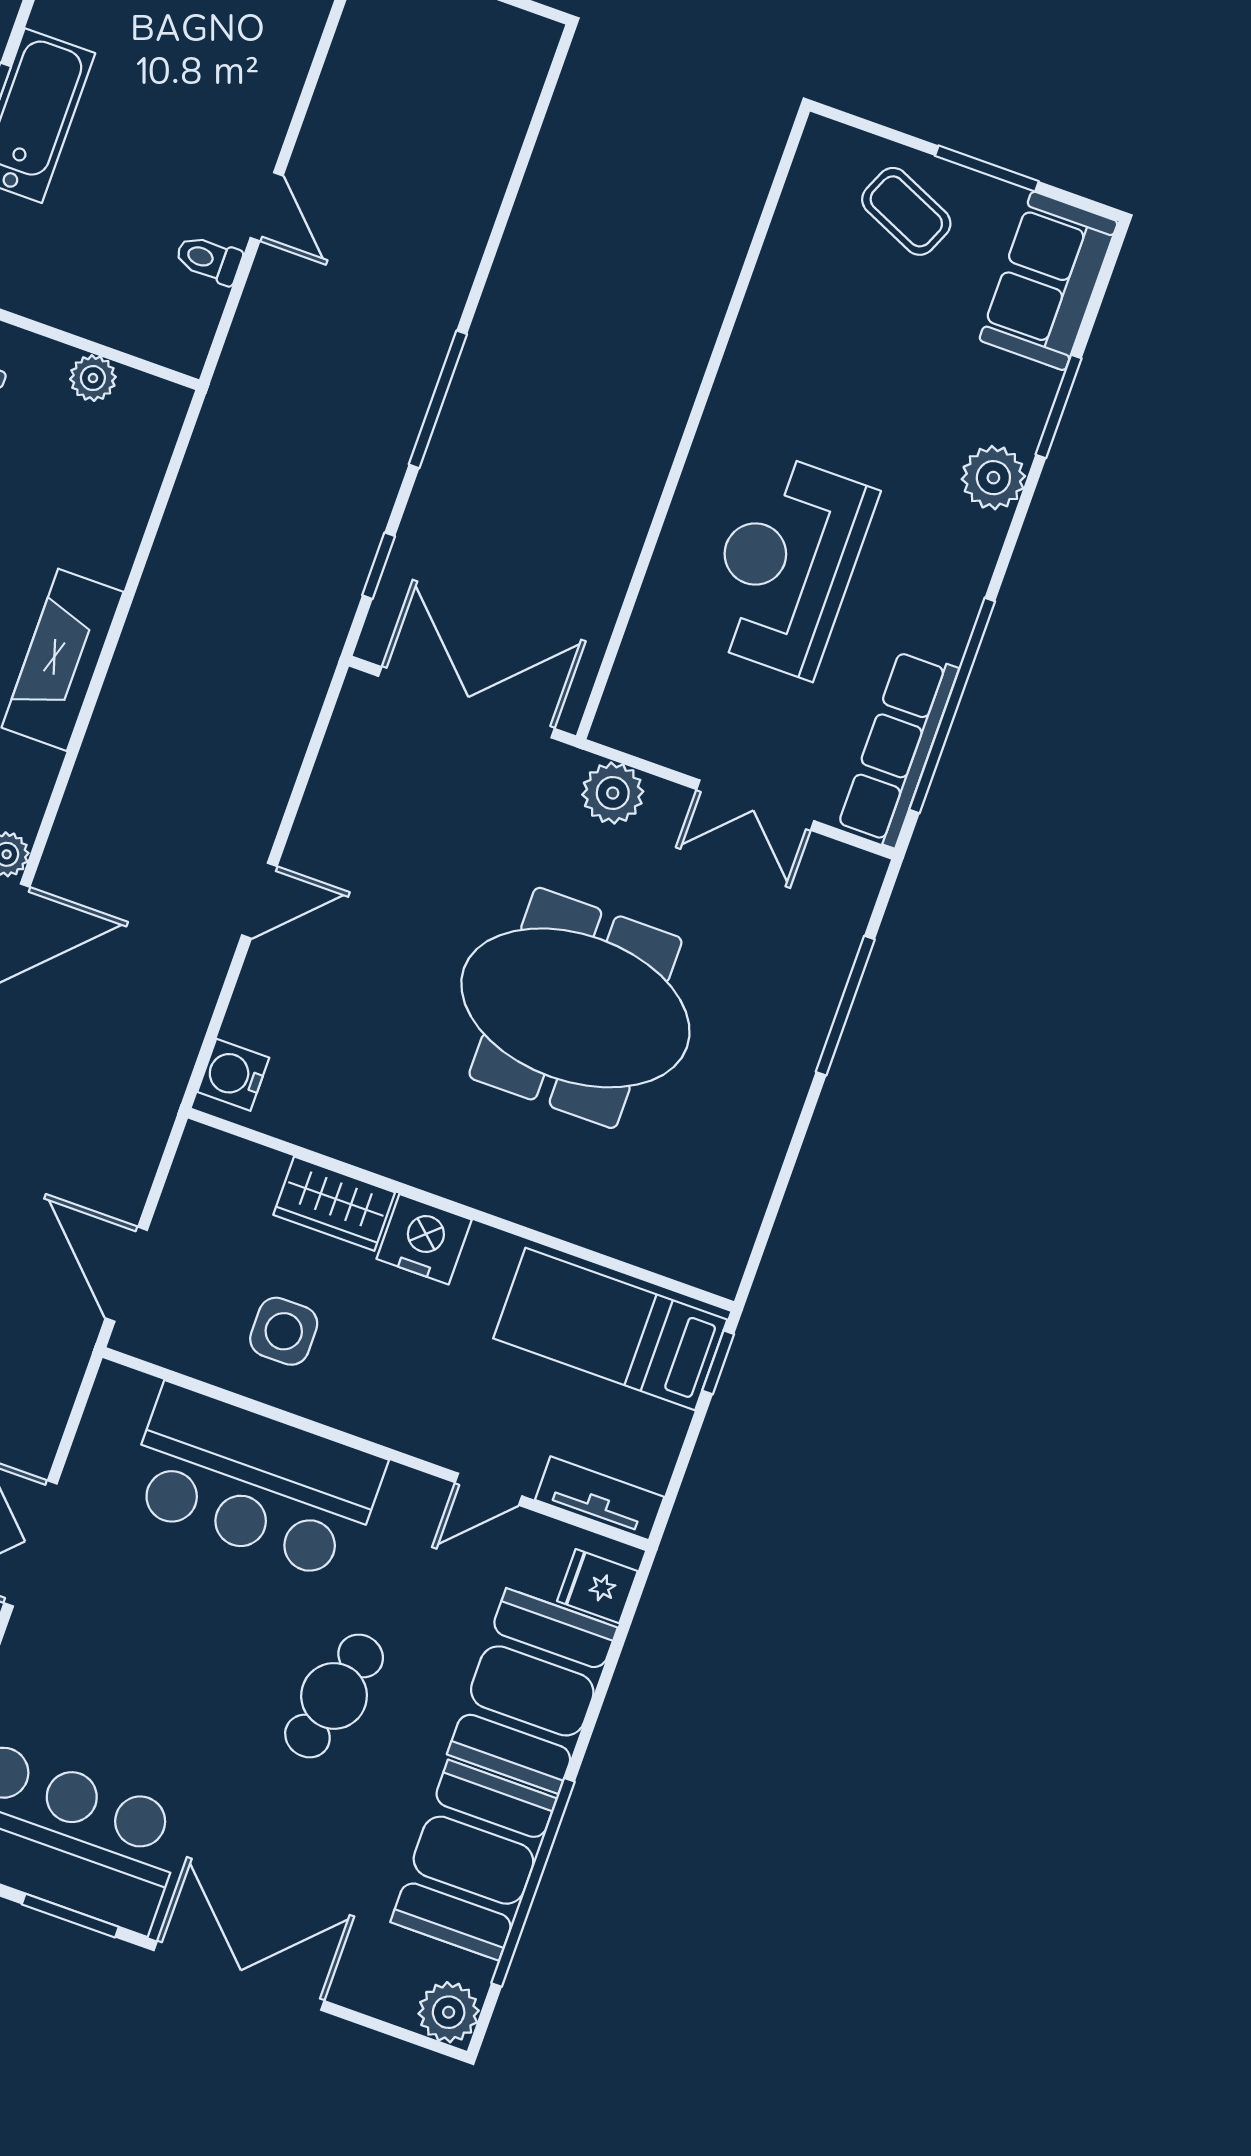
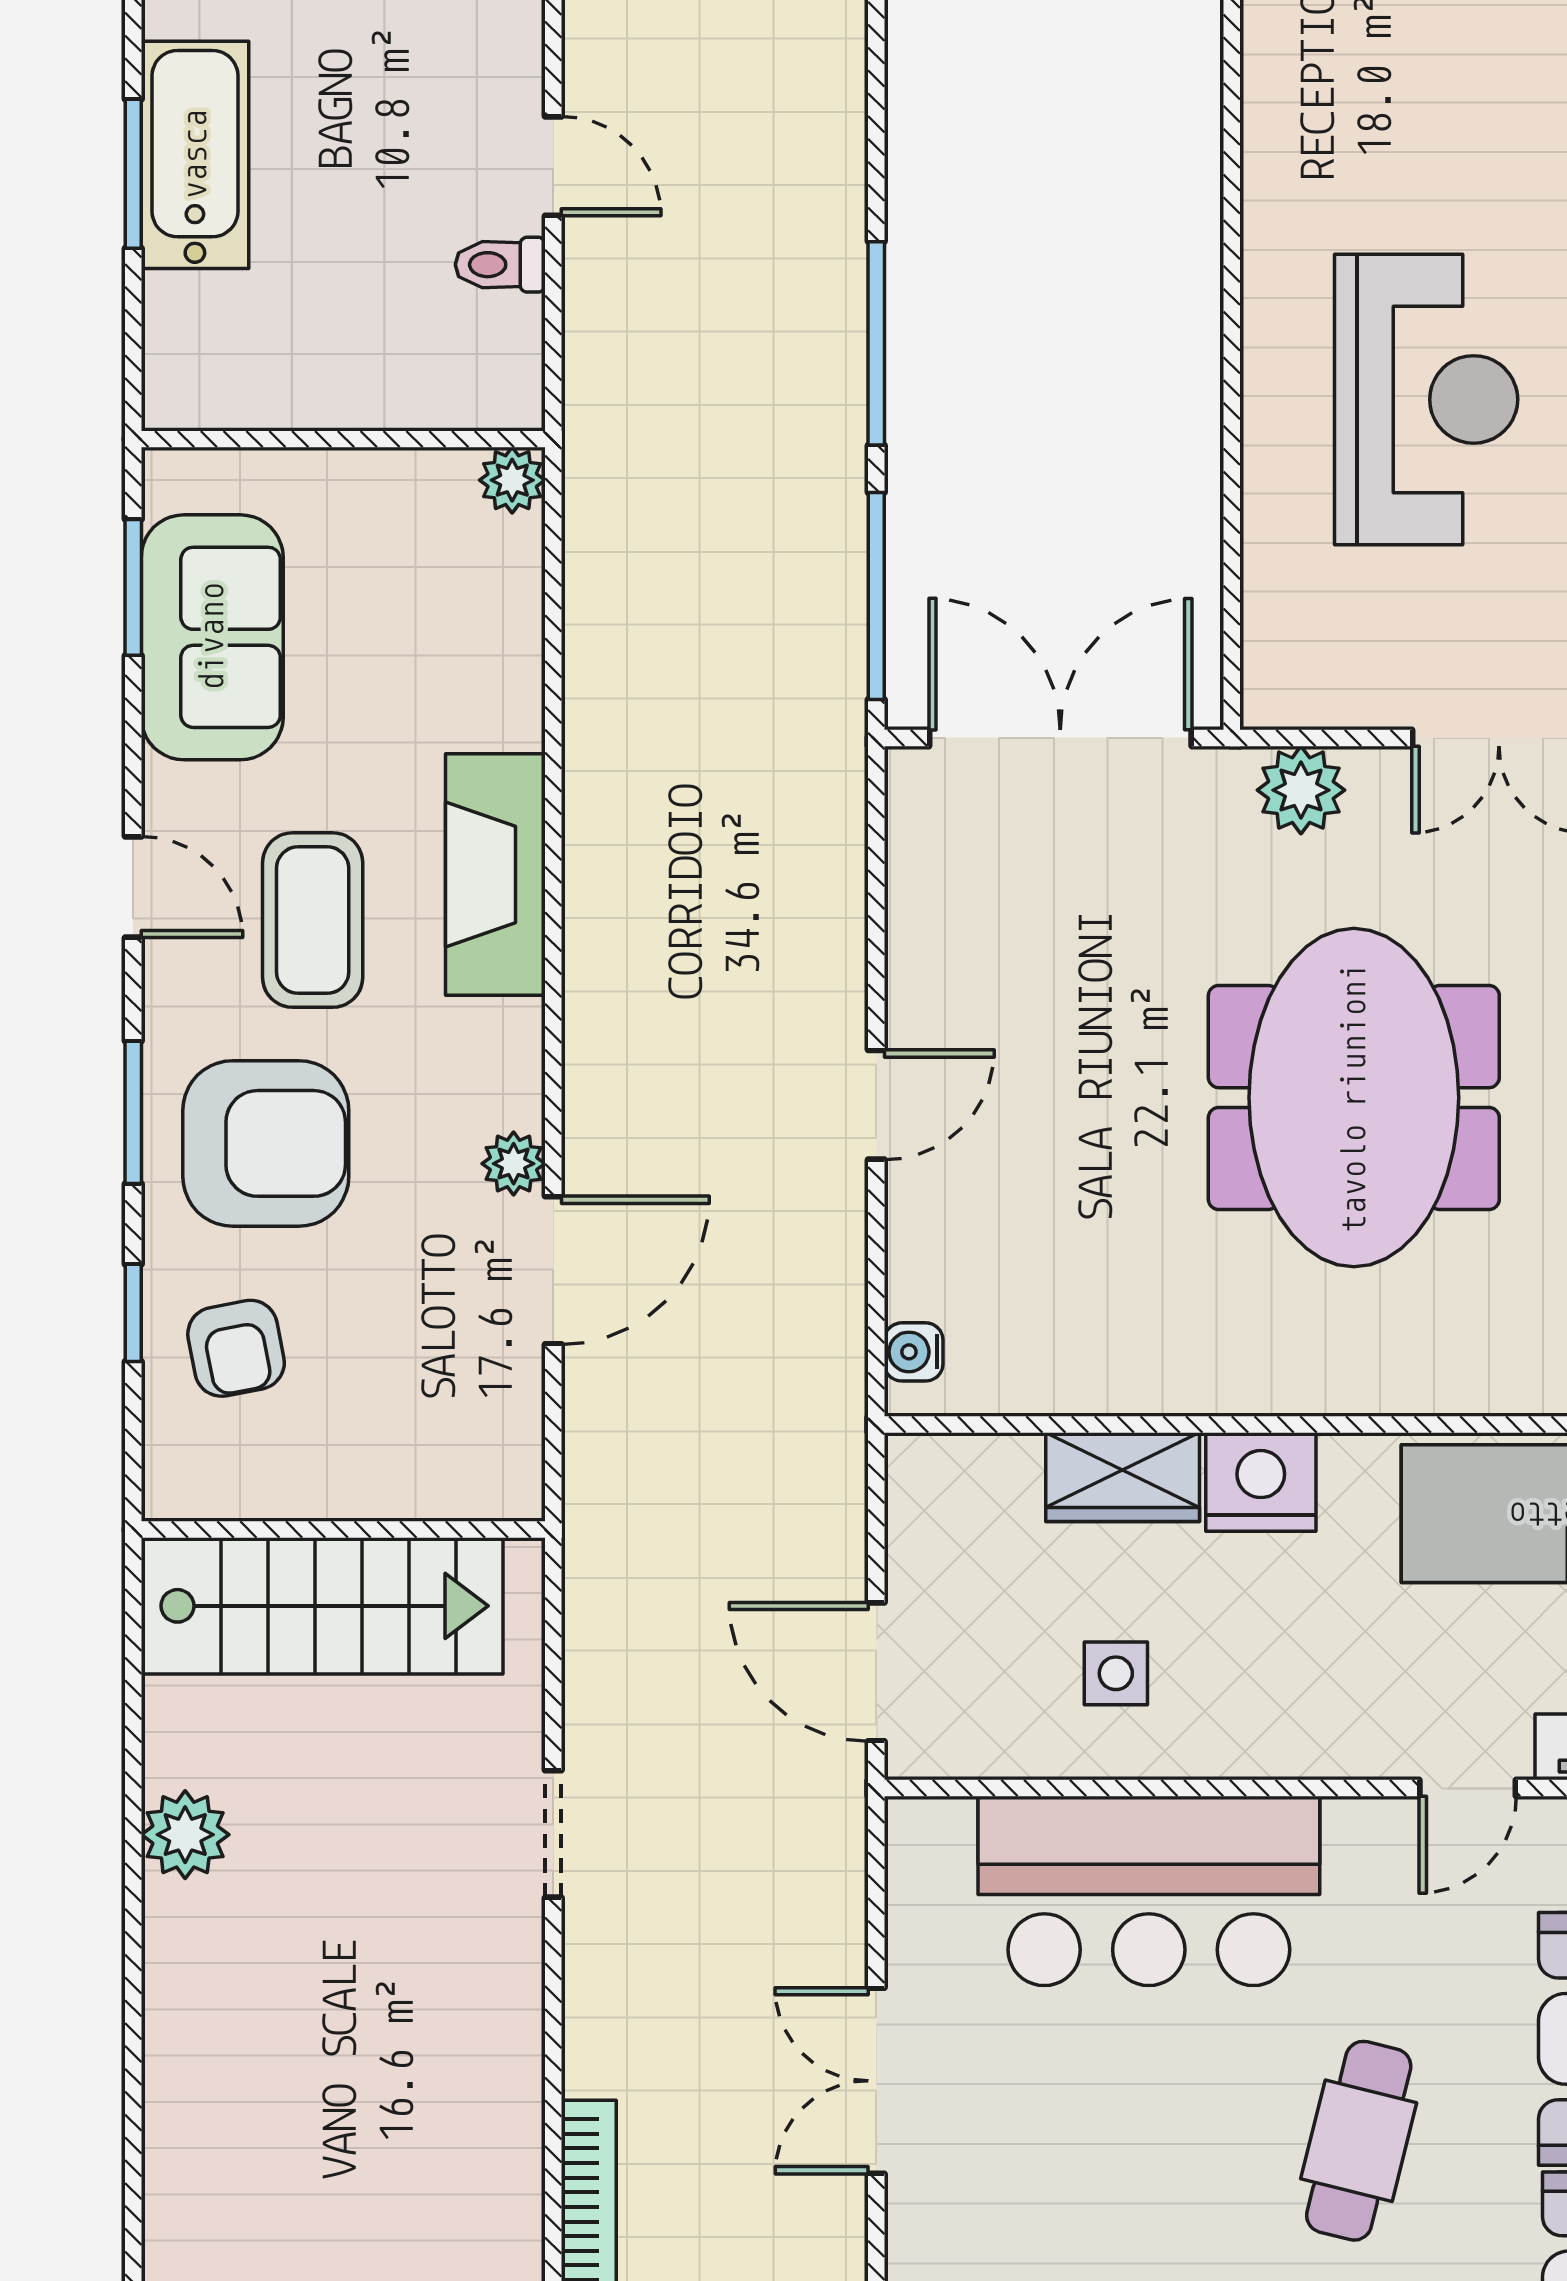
plant: (93, 378) -> (512, 480), moved
reception desk: (787, 565) -> (1426, 399), turned 180
window: (379, 566) -> (876, 596), width x2.17
meeting table: (575, 1008) -> (1354, 1098), turned 90
water cooler: (233, 1075) -> (914, 1352), width x0.72, depth x0.72
side table: (284, 1331) -> (1116, 1673), width x0.73, depth x0.73

